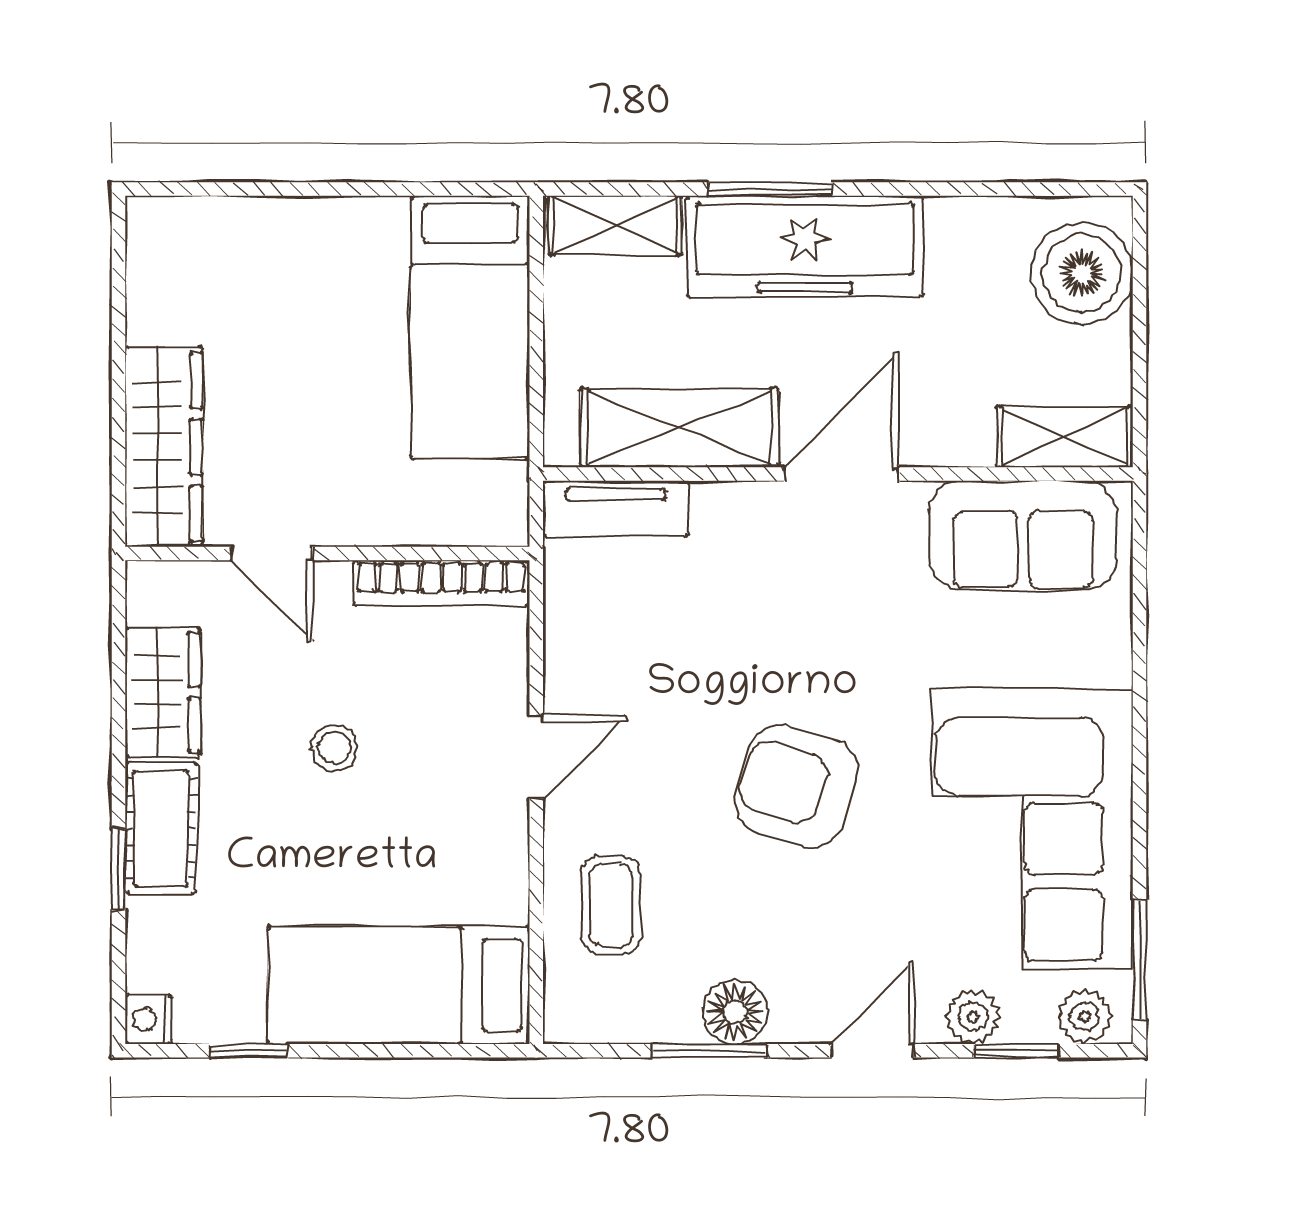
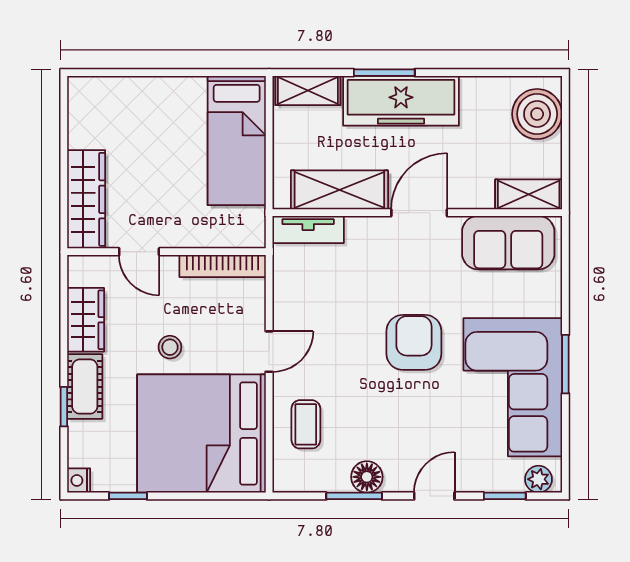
armchair: (796, 786) -> (414, 342), moved, turned 73
window: (1139, 960) -> (565, 364), moved
bed: (399, 985) -> (202, 433), width x2.04
plant: (973, 1017) -> (483, 479), removed

